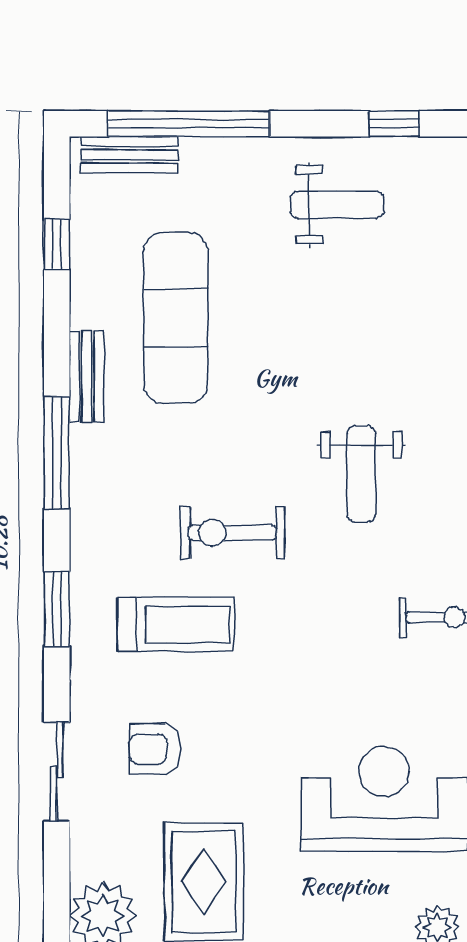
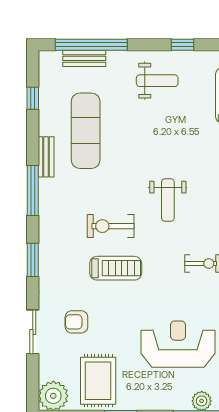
bench: (129, 155) -> (84, 58), moved
treadmill: (176, 624) -> (116, 268), moved

